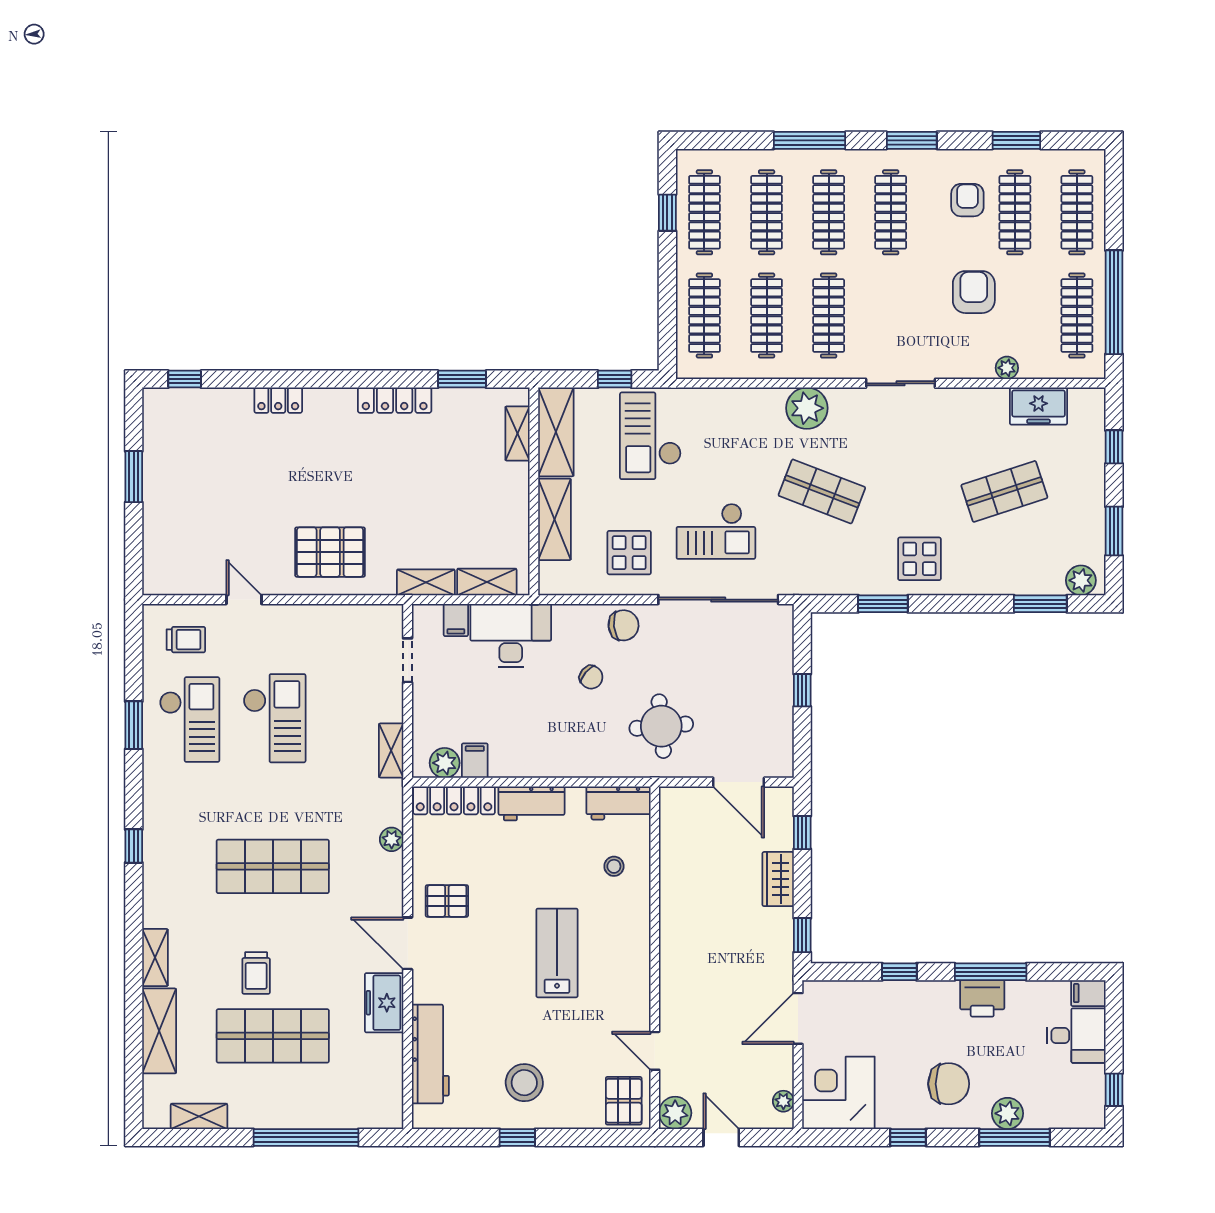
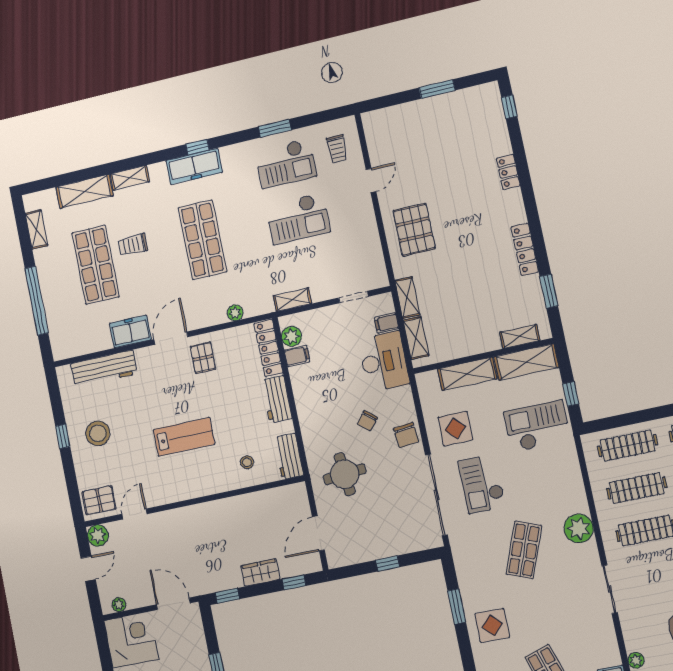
freezer: (161, 857) -> (194, 166), added

